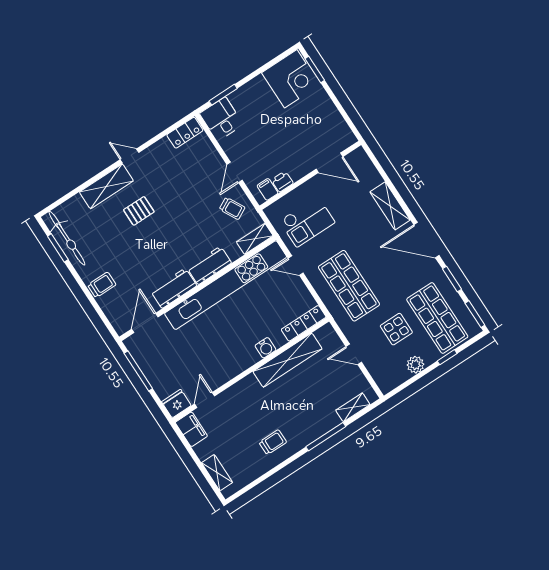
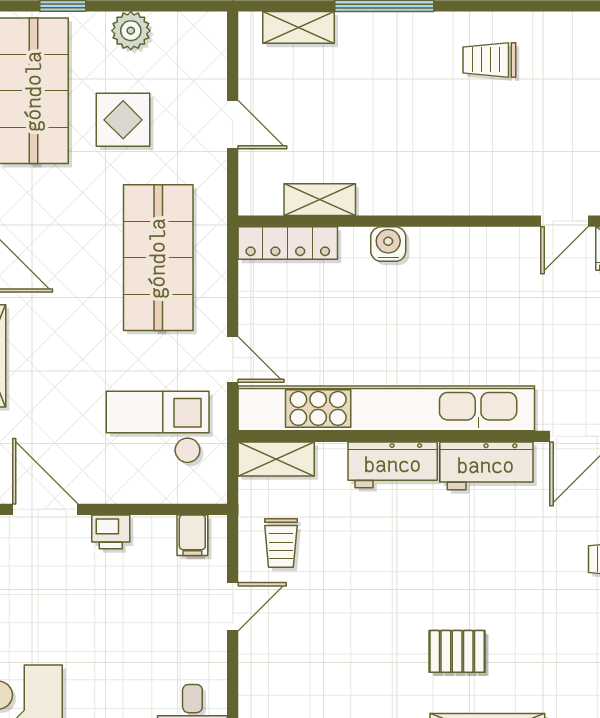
printer: (282, 181) -> (111, 532), moved
trolley: (232, 208) -> (281, 543), turned -152
shelving: (288, 360) -> (320, 200), width x0.45, depth x0.75

